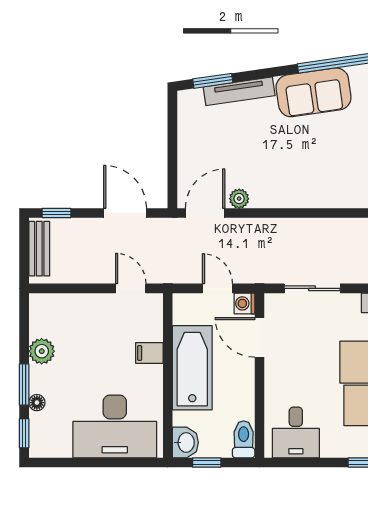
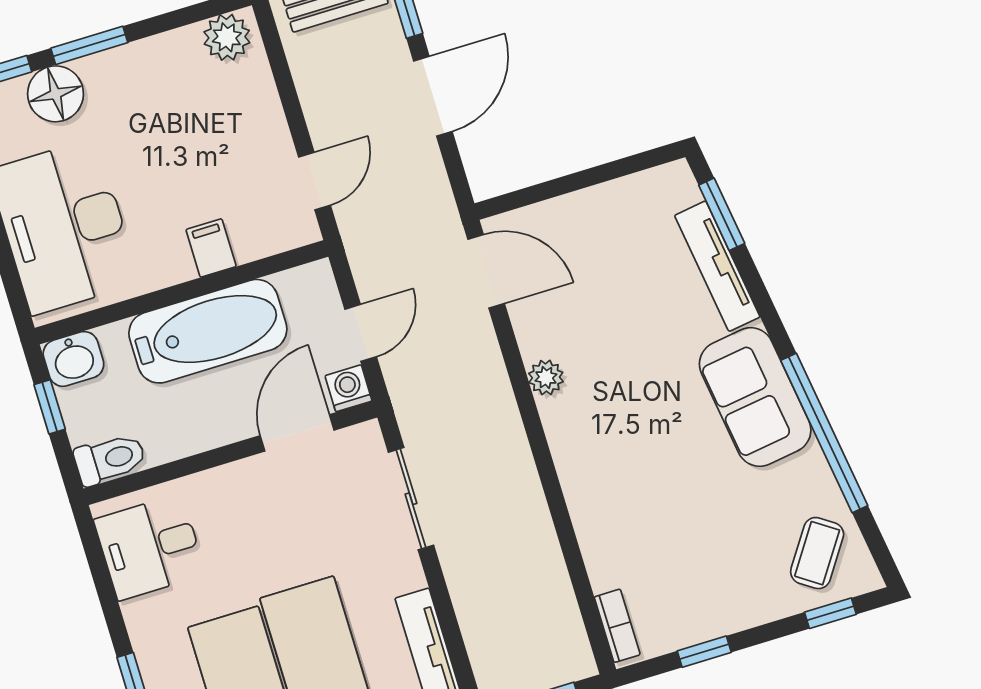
plant: (239, 199) -> (546, 378), moved
door: (125, 213) -> (433, 96), moved
plant: (42, 351) -> (227, 37), moved
floor lamp: (37, 403) -> (56, 94), width x1.89, depth x1.89

